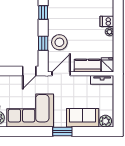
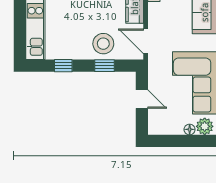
door: (29, 71) -> (142, 99), moved

